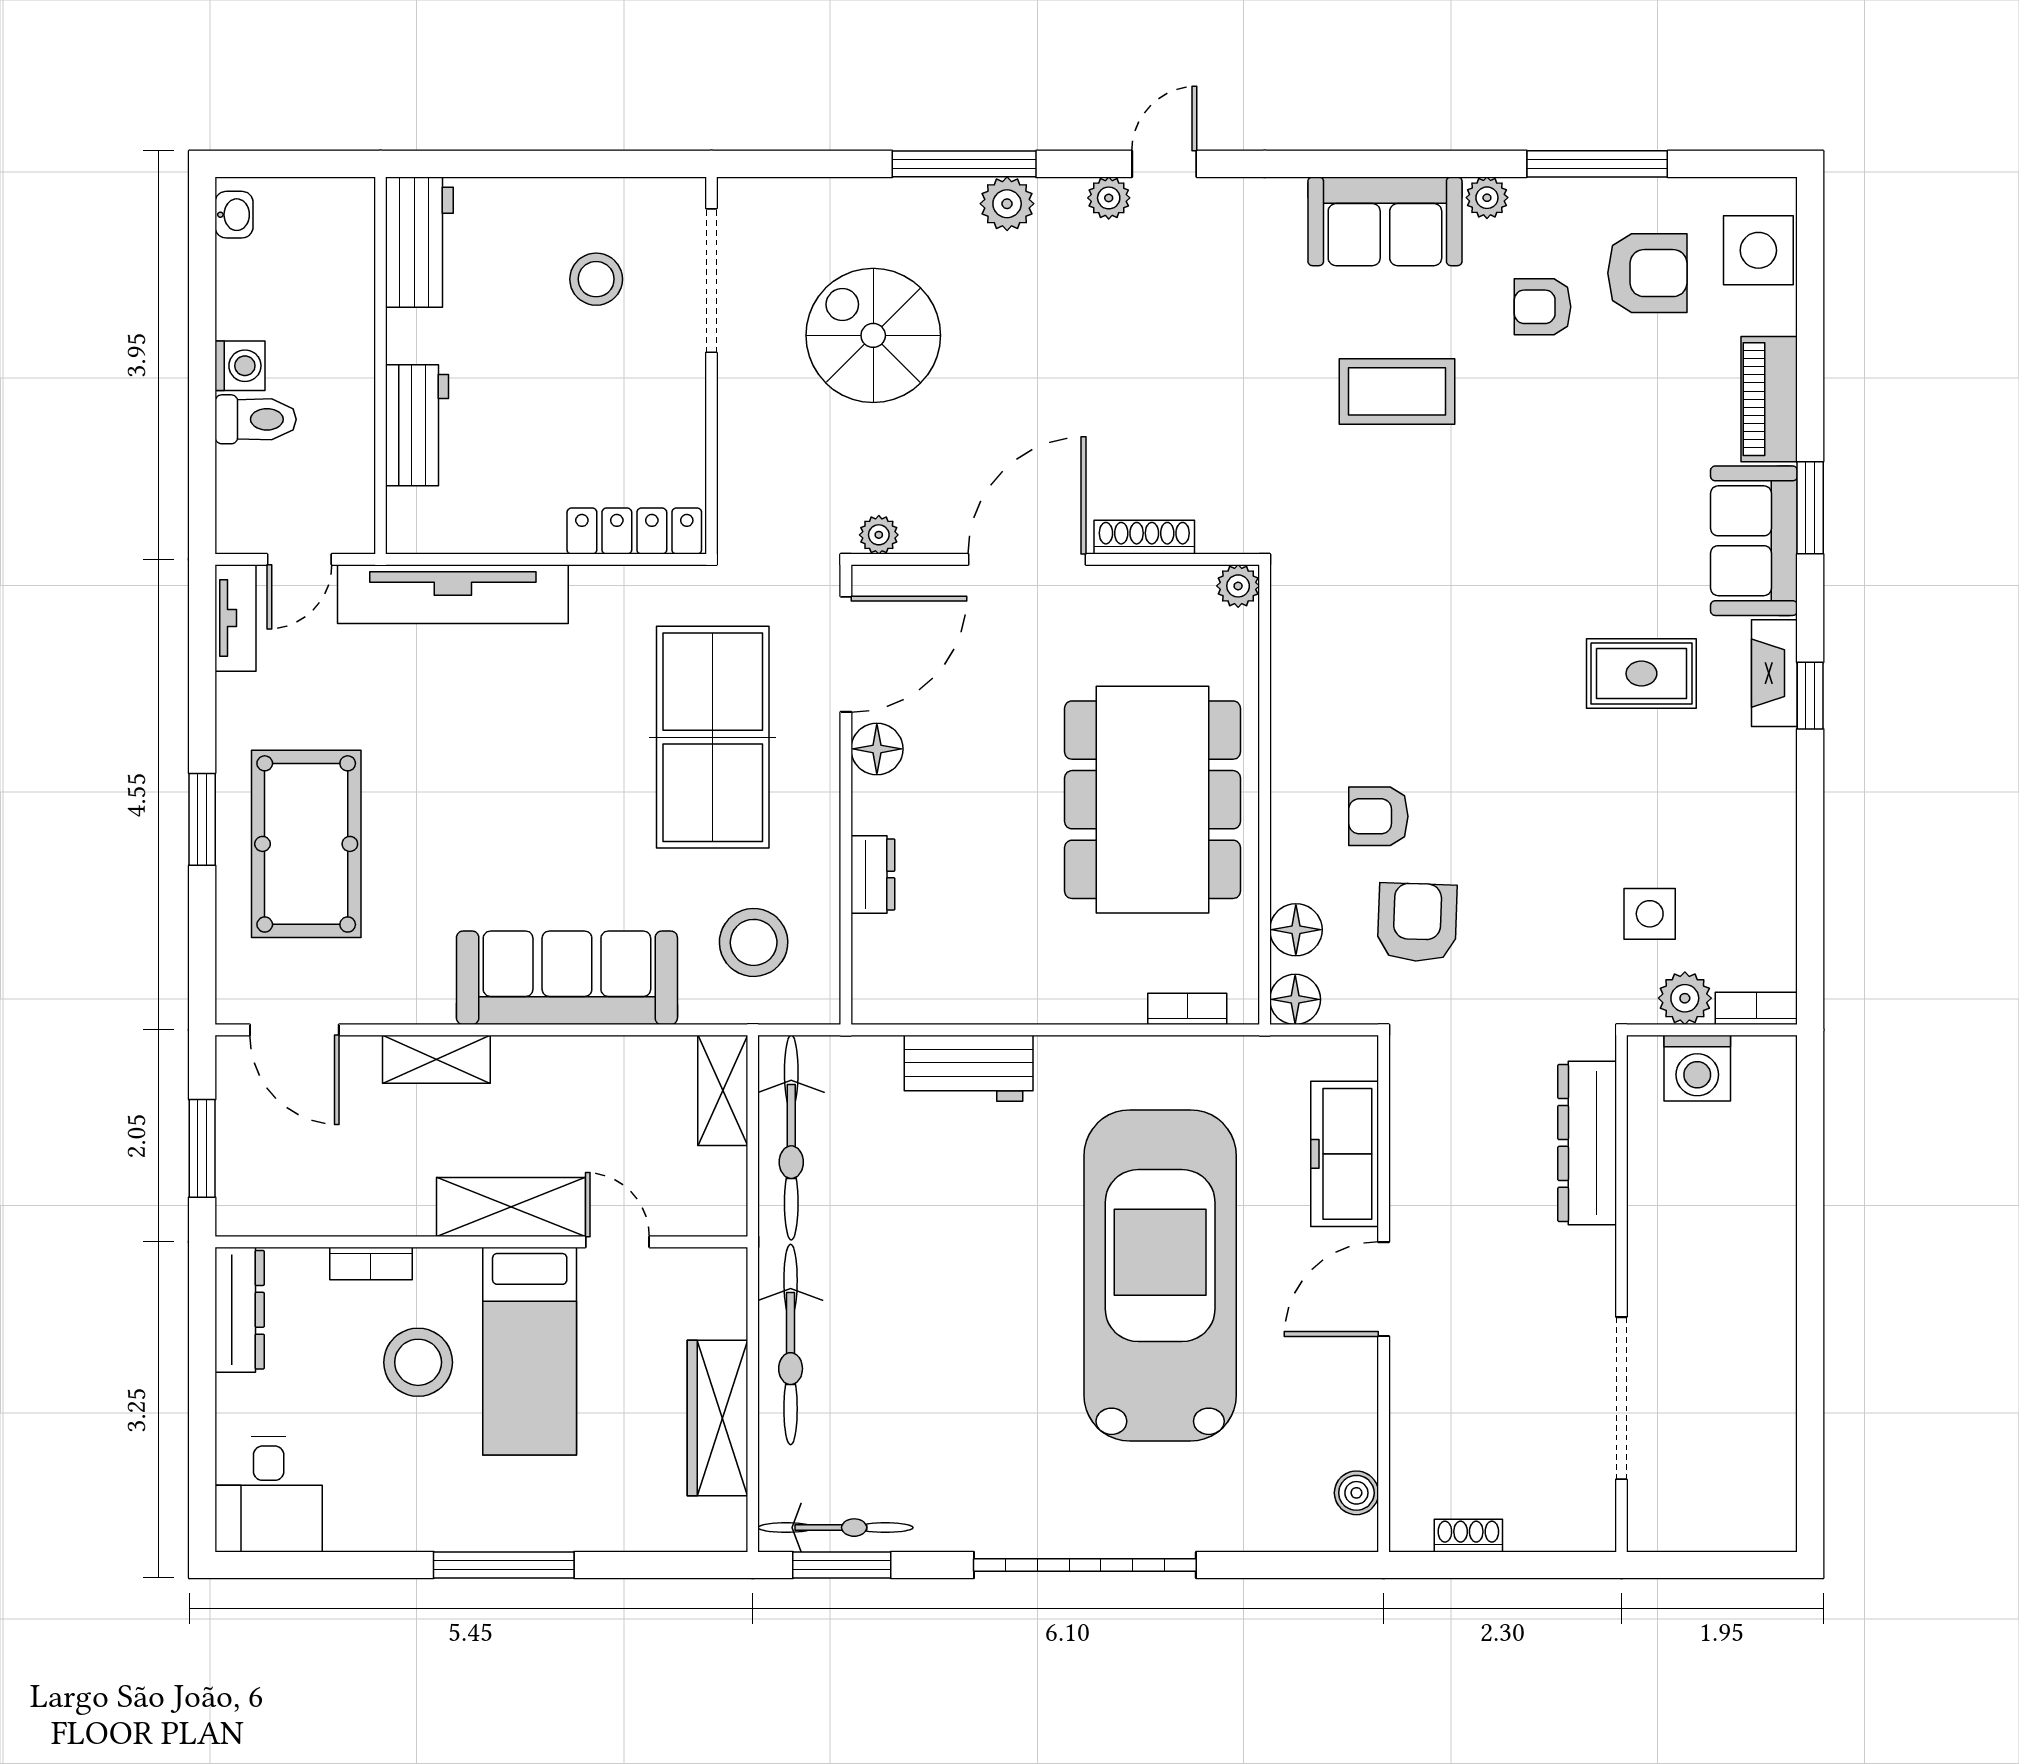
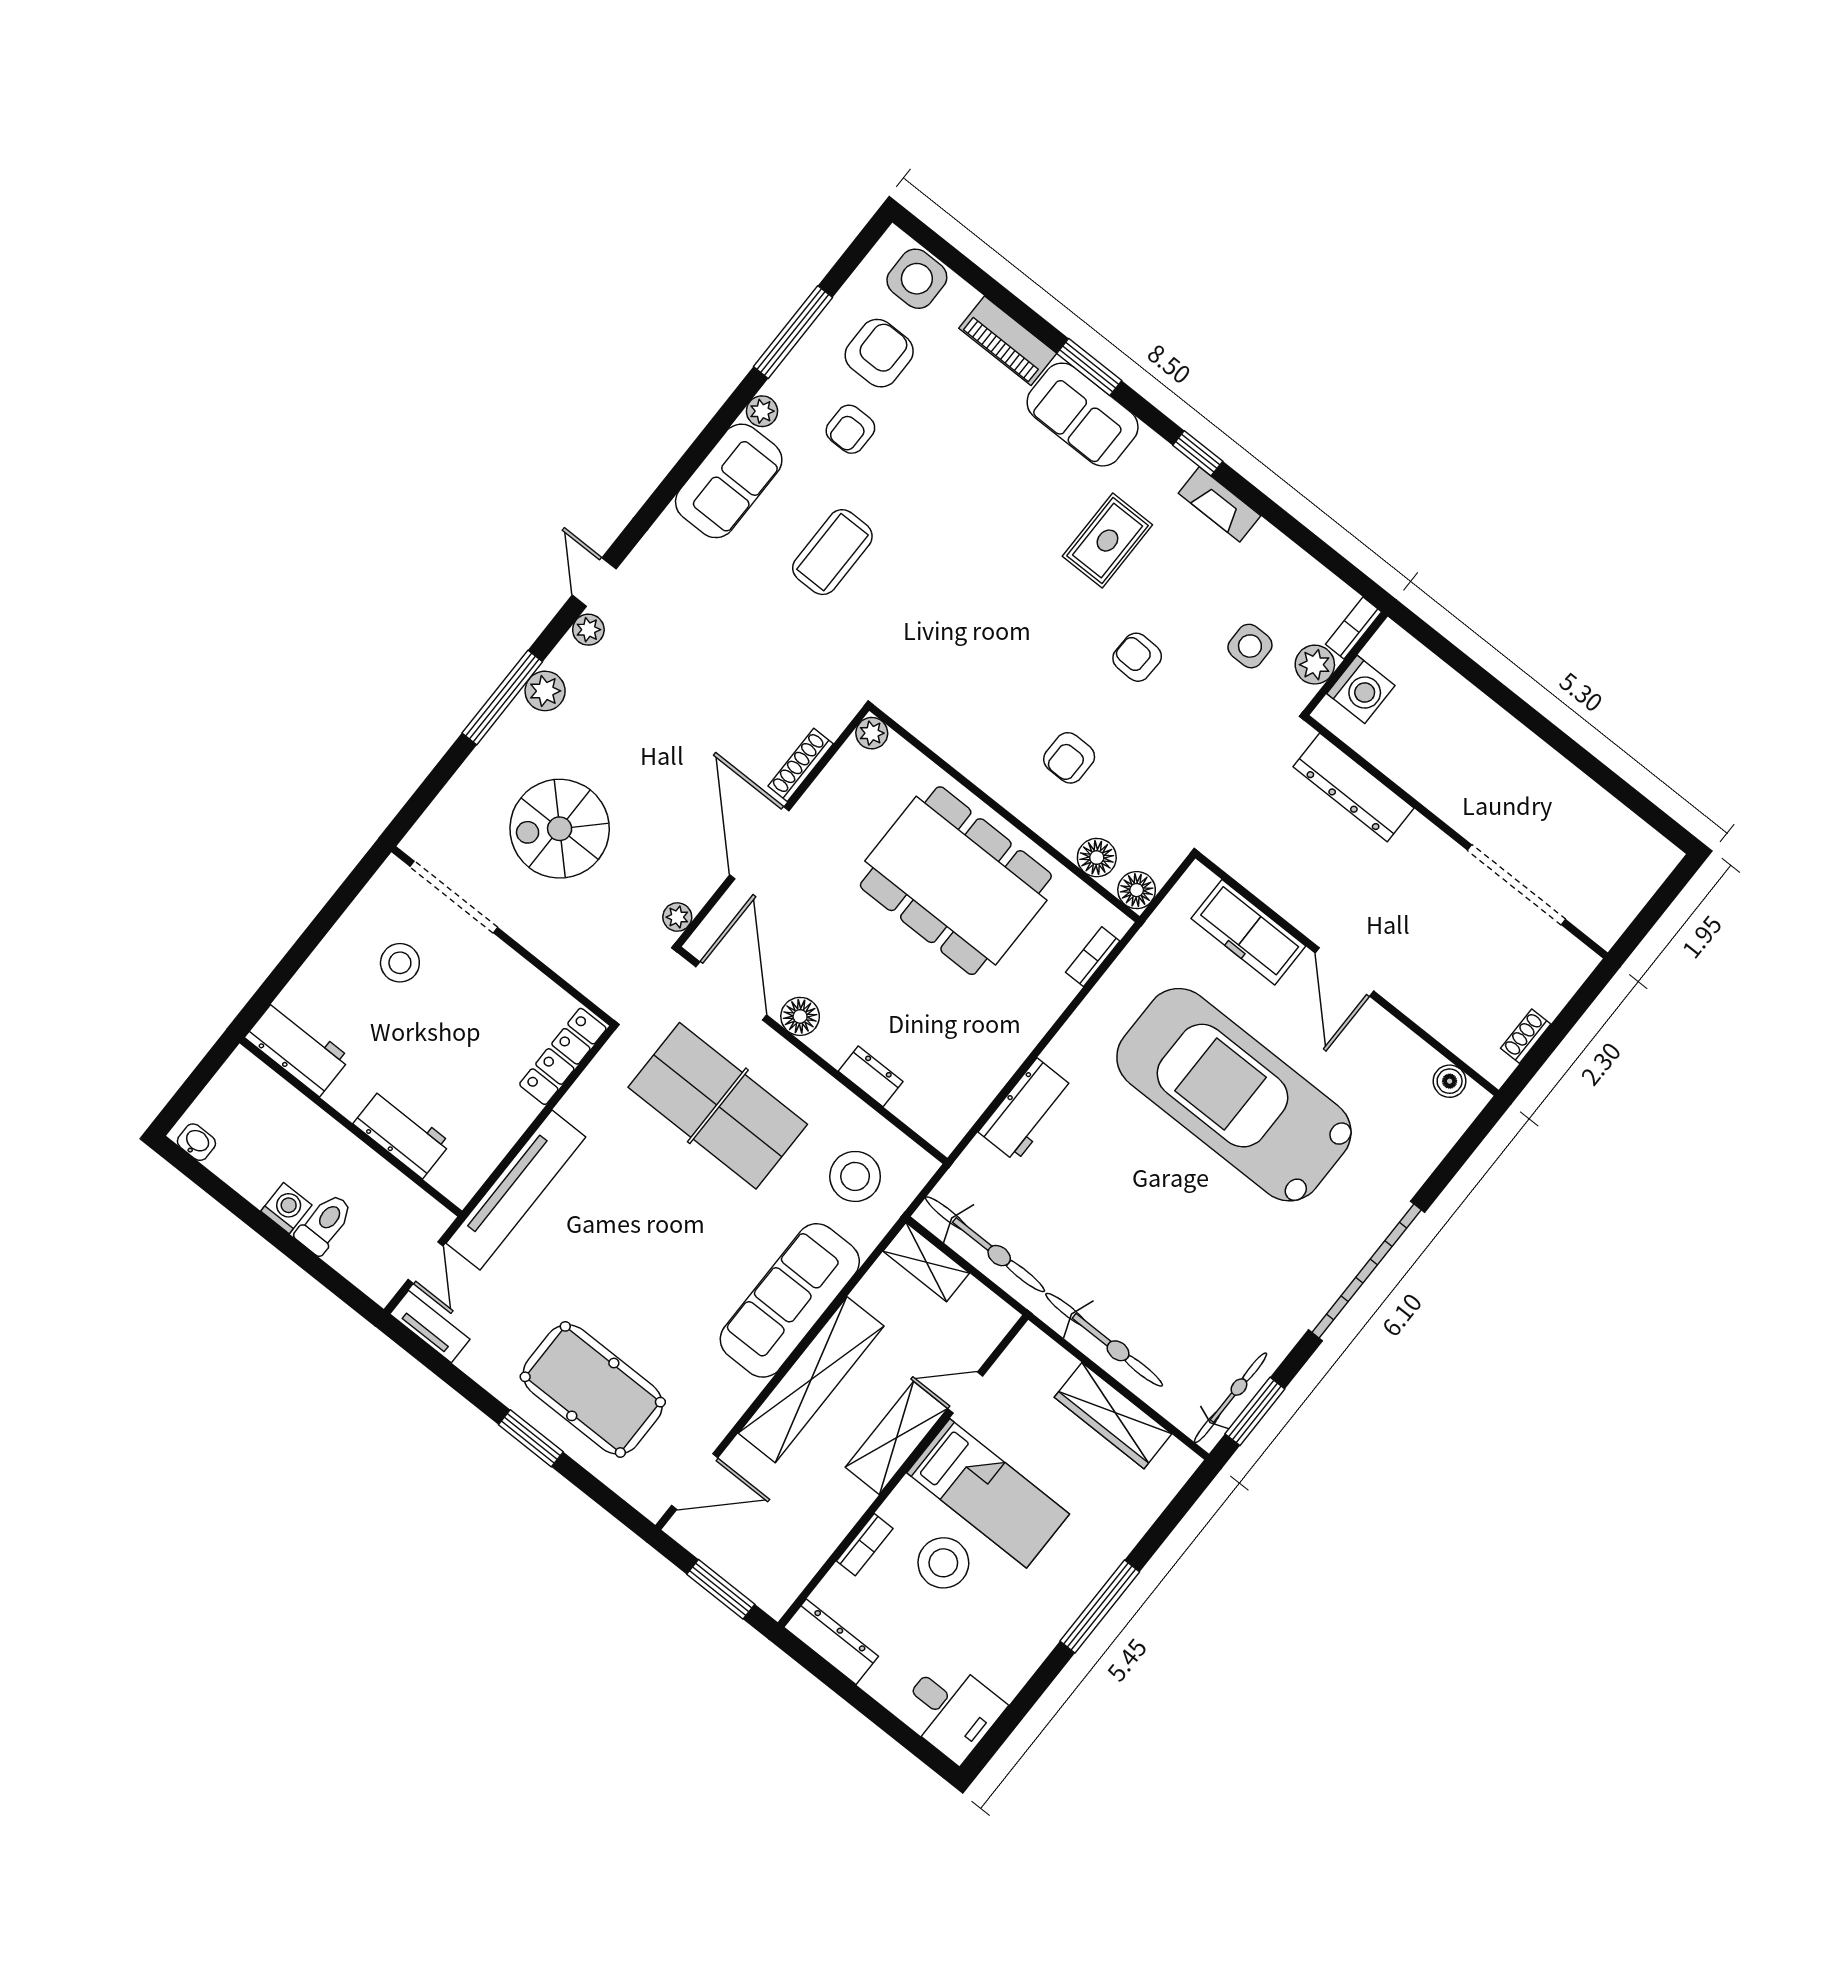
fireplace: (1774, 673) -> (1220, 504), moved
armchair: (1417, 922) -> (1137, 657), moved, width x0.72, depth x0.72
shelving: (436, 1059) -> (811, 1380), width x2.20, depth x1.33

